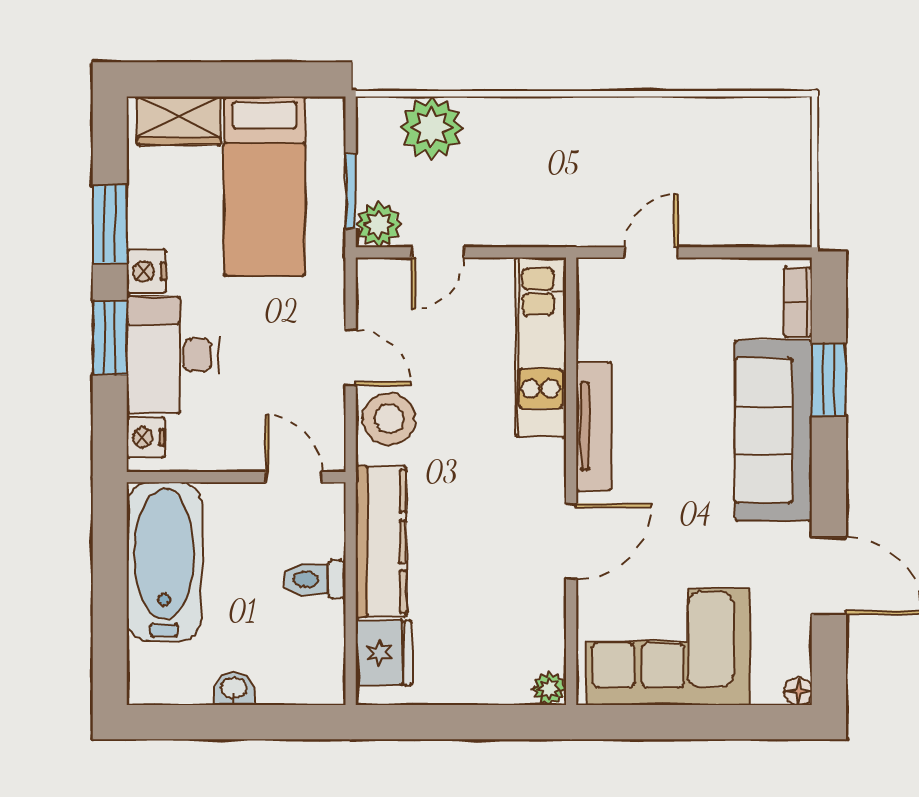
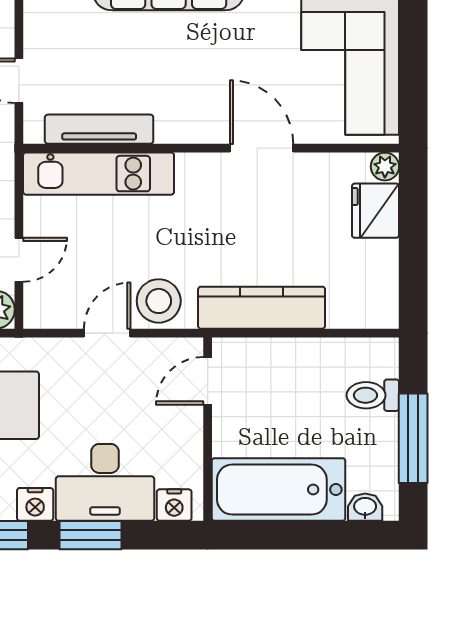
door: (438, 252) -> (19, 260), hinge flipped
tv unit: (594, 426) -> (99, 129), moved
toilet: (314, 579) -> (373, 395), moved, turned 90
fridge: (384, 653) -> (375, 211), moved, turned -90
washbasin: (234, 689) -> (365, 507), moved, turned 90
window: (225, 722) -> (413, 438), added

